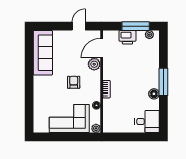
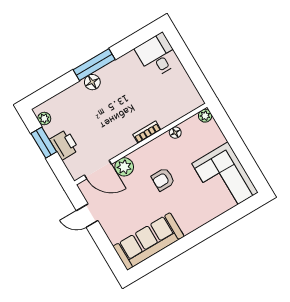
window: (136, 26) -> (44, 143), width x0.69
floor lamp: (154, 94) -> (92, 82), moved
corner sofa: (69, 118) -> (225, 178), moved

